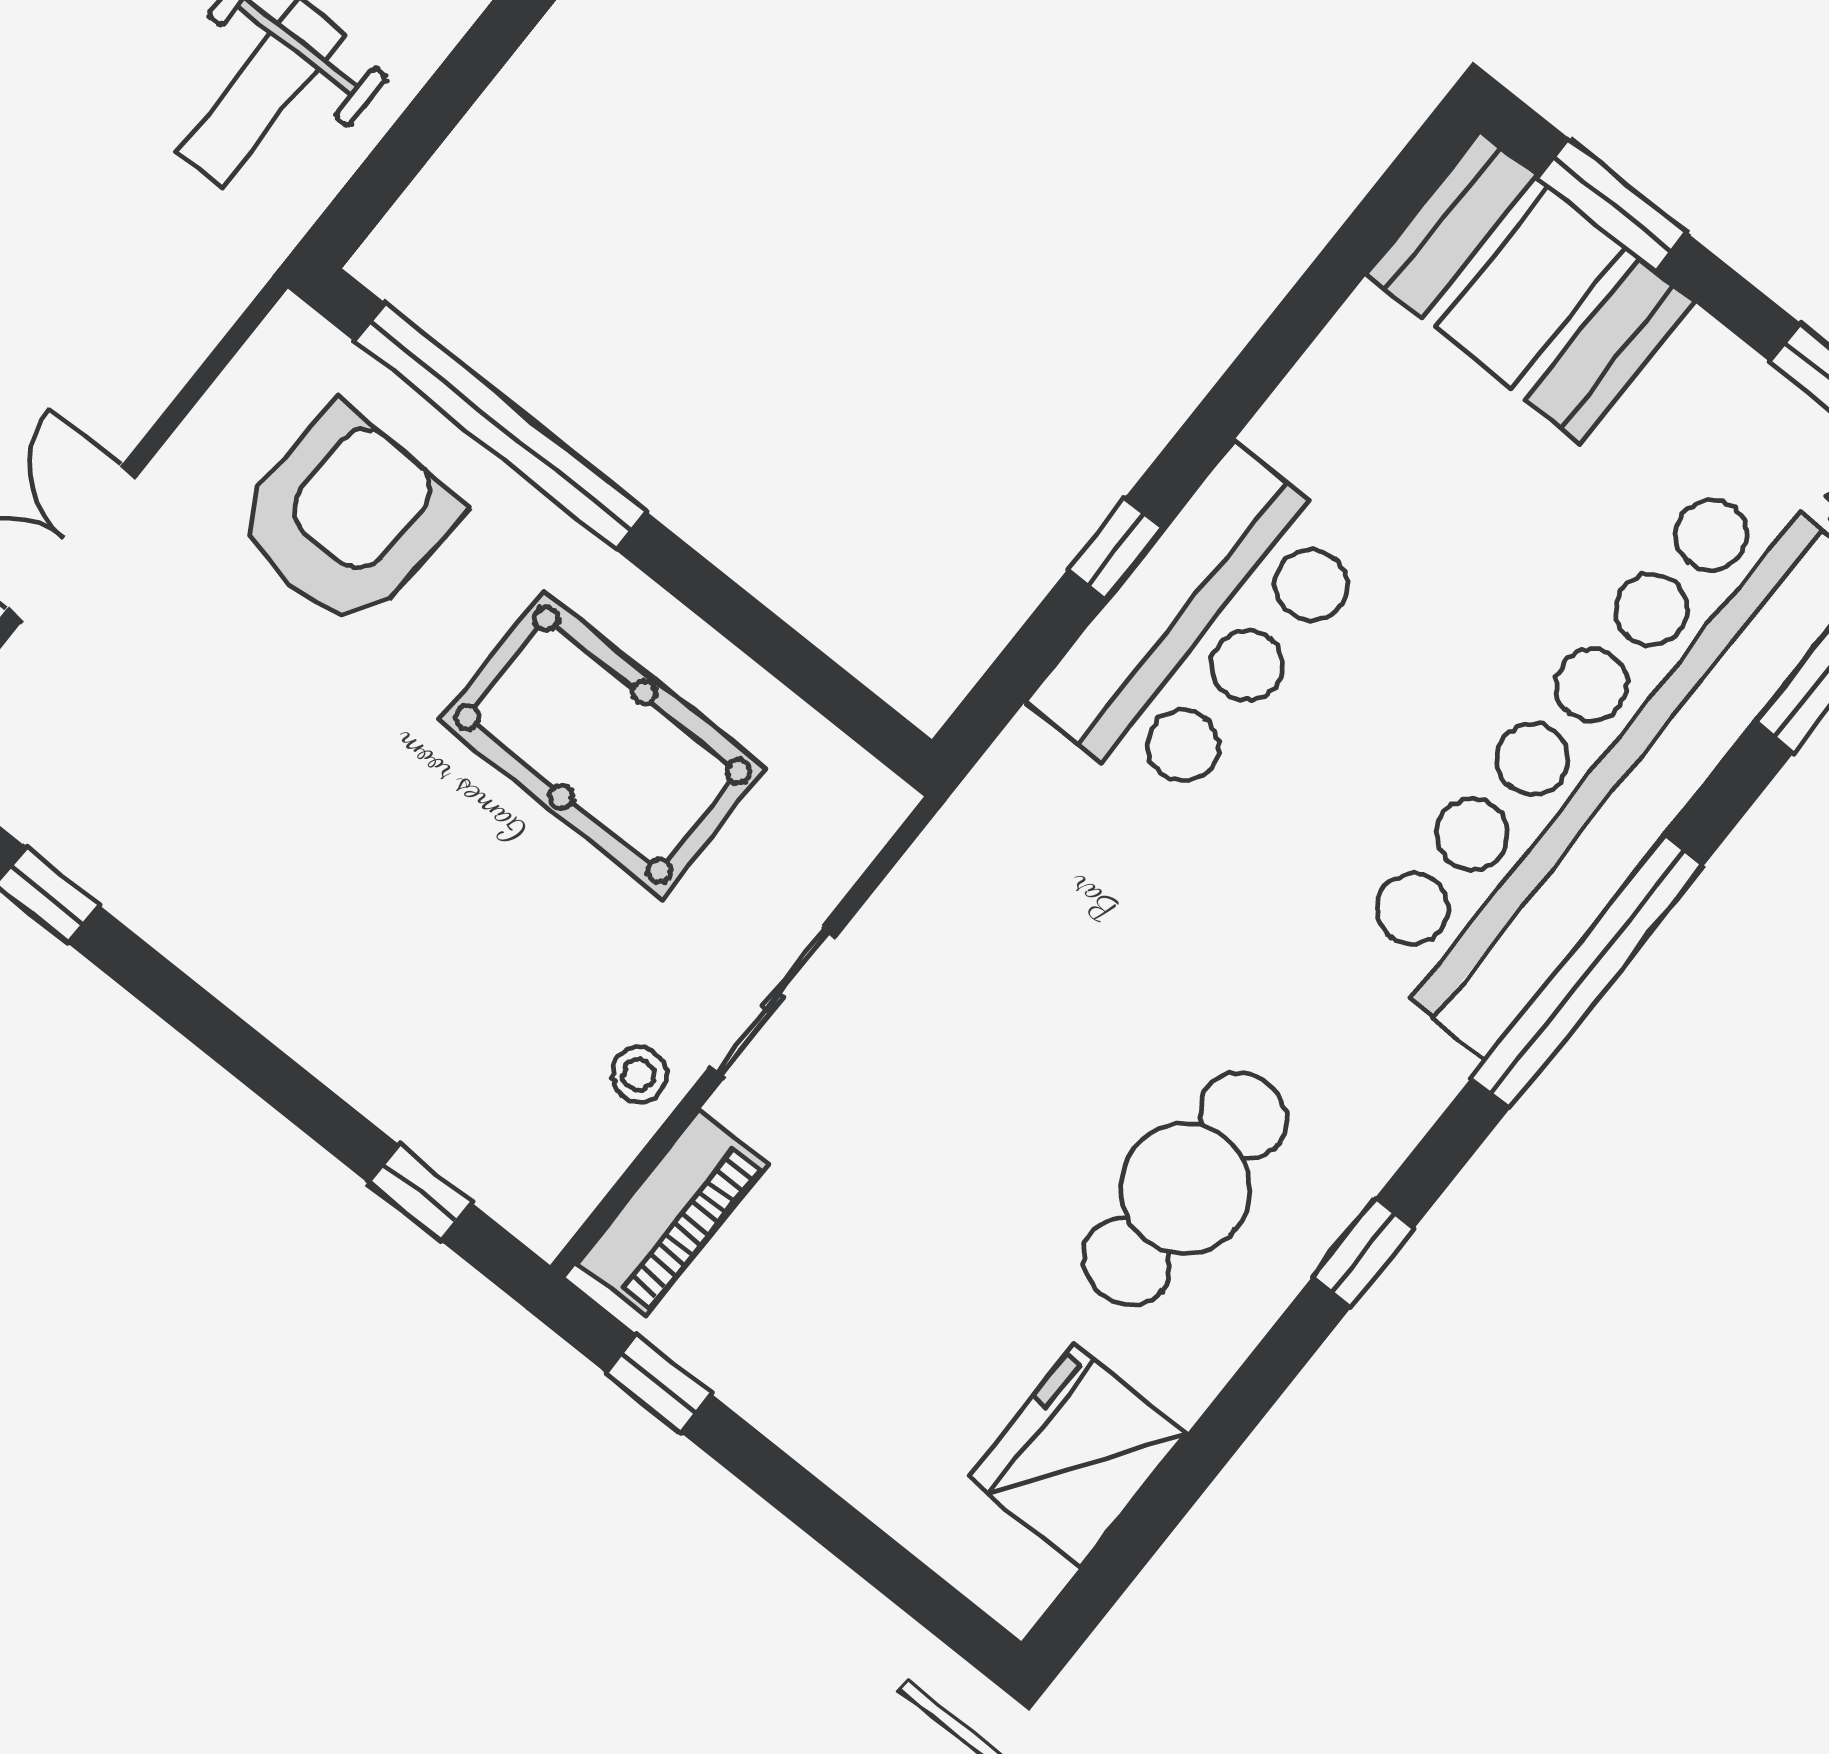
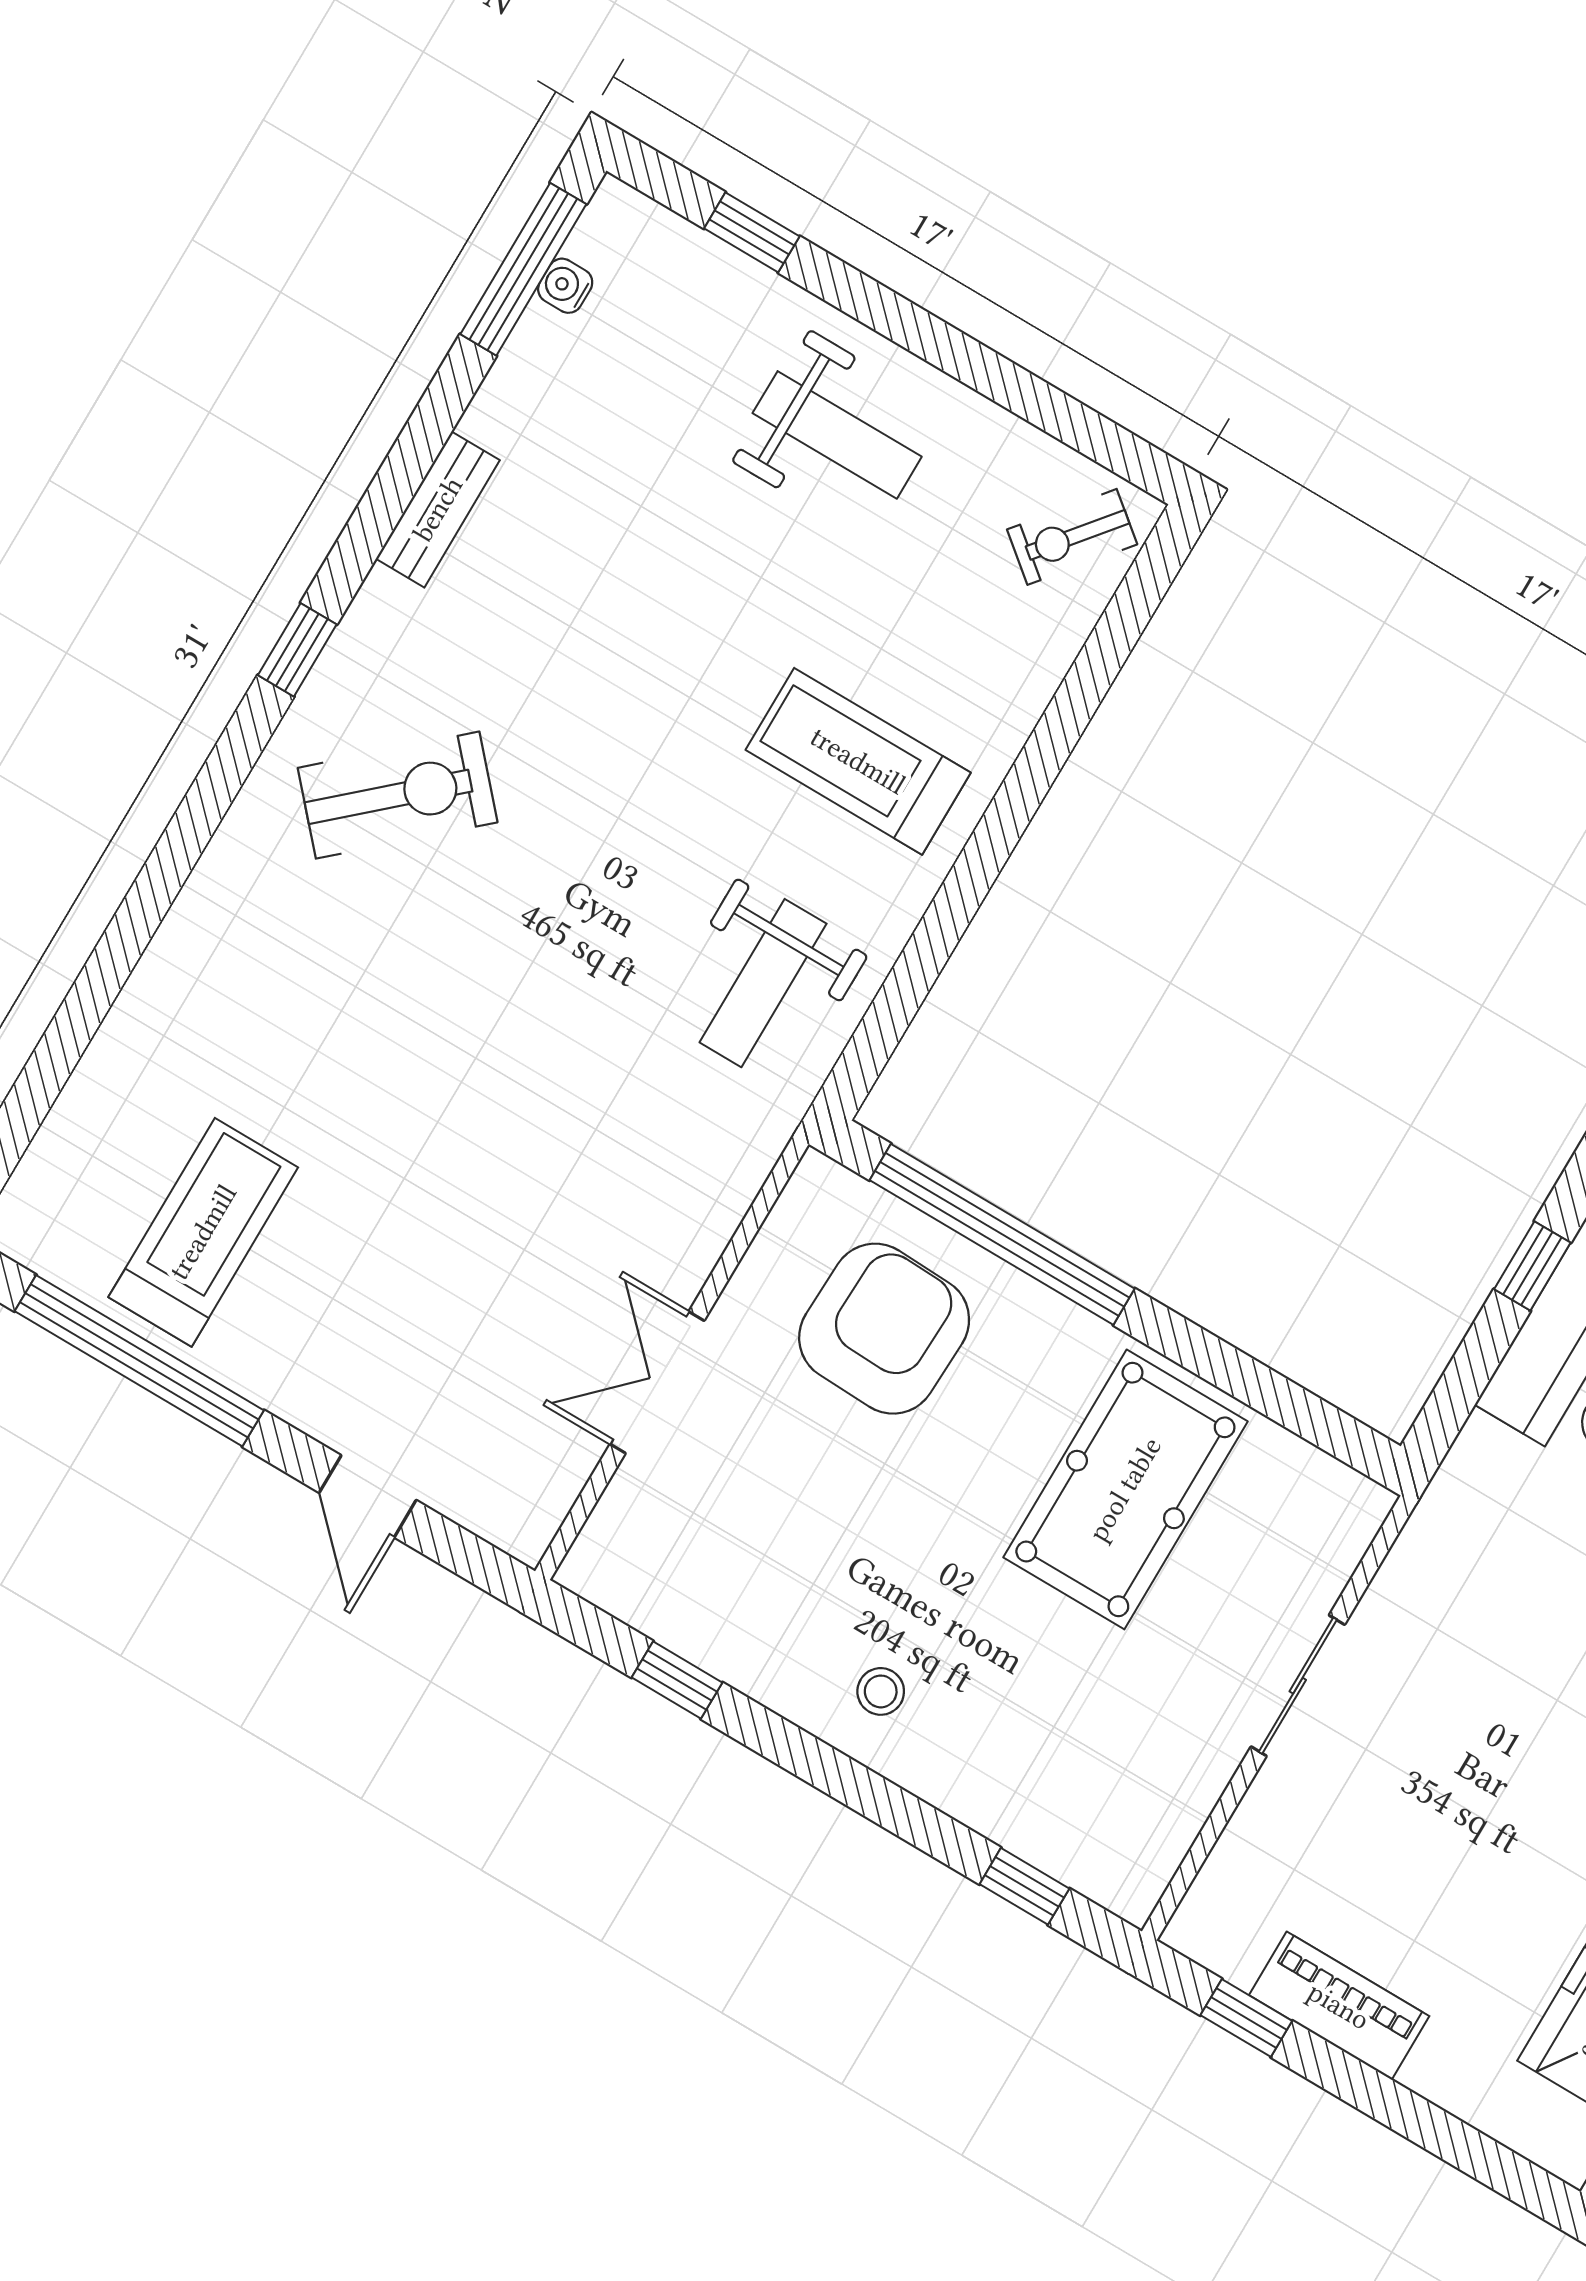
pool table: (603, 745) -> (1125, 1489), turned 90
stool: (639, 1074) -> (881, 1691), moved
piano: (673, 1213) -> (1339, 2006), moved, turned -90

